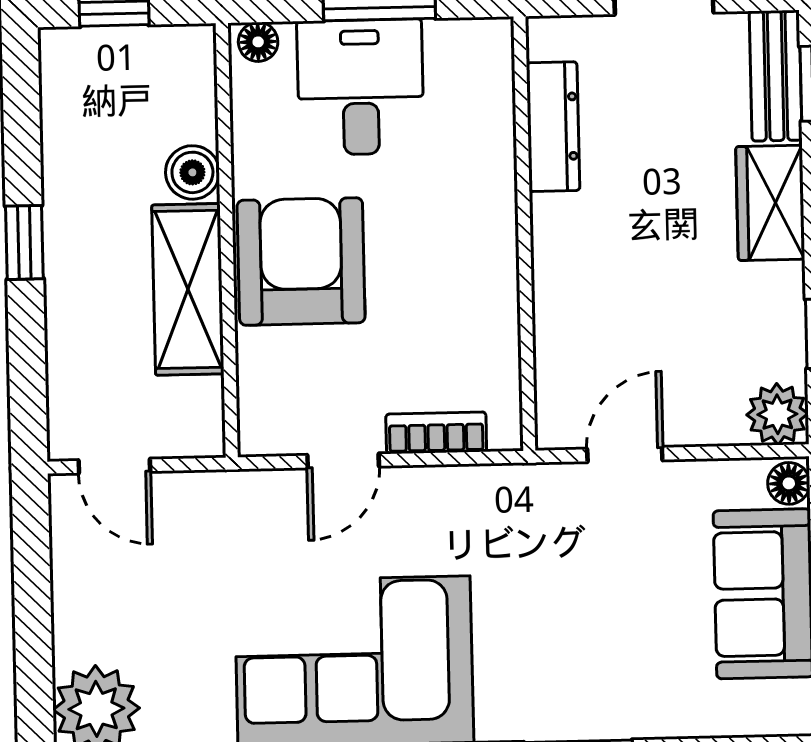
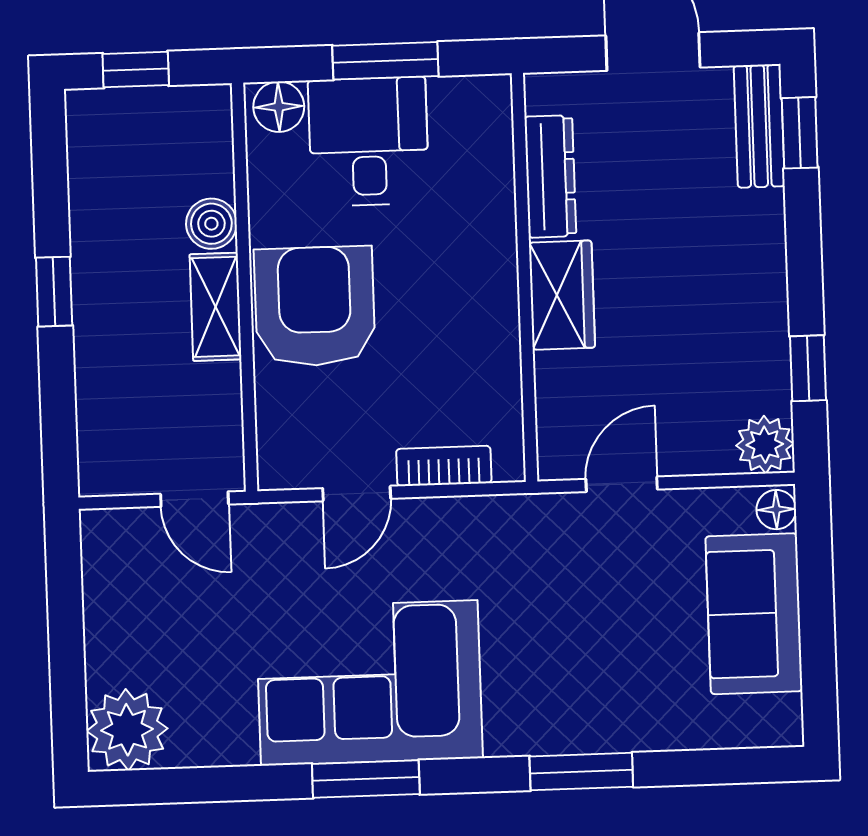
floor lamp: (258, 42) -> (279, 107), width x1.37, depth x1.37
wardrobe: (770, 203) -> (562, 295), moved, turned 180
shelving: (188, 289) -> (216, 307), width x0.67, depth x0.75
door: (114, 466) -> (195, 499), moved

